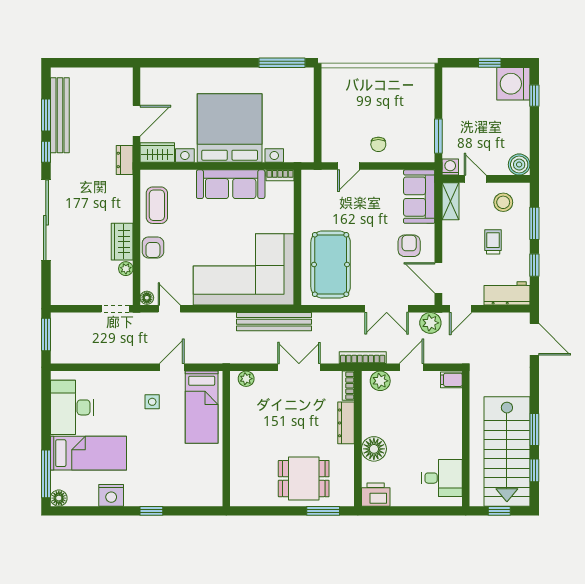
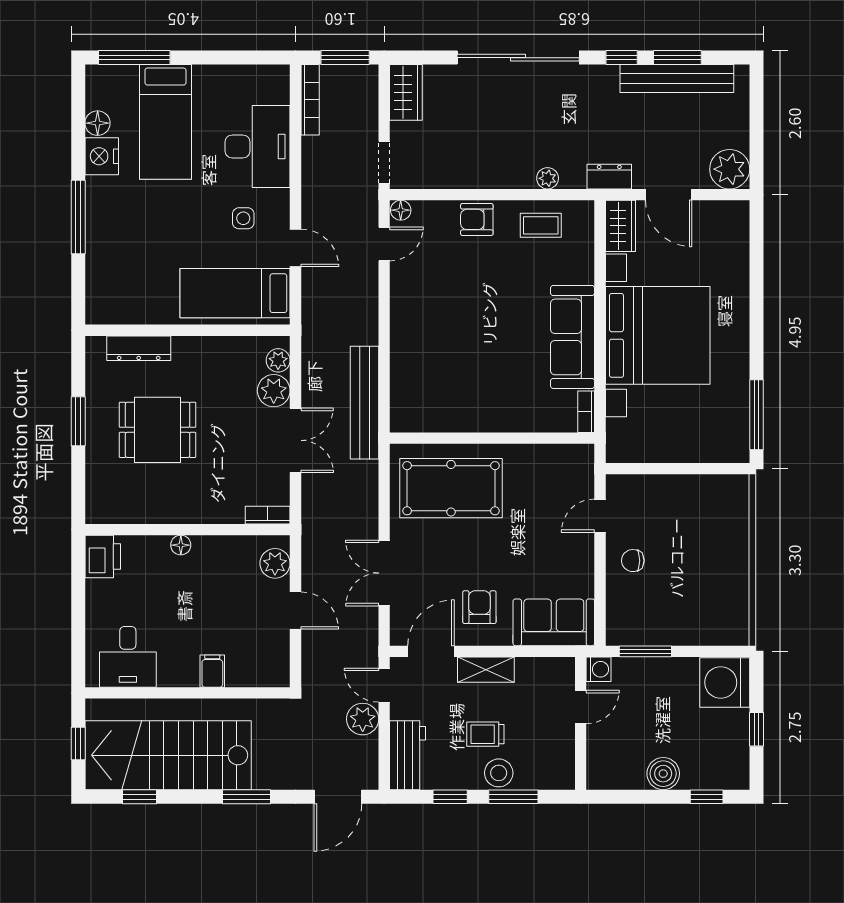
plant: (120, 80) -> (730, 169), added
washing machine: (513, 84) -> (725, 682), moved, turned -90
boiler: (519, 165) -> (663, 774), moved
door: (349, 166) -> (600, 516), hinge flipped
shelving: (450, 201) -> (486, 670), moved
stool: (503, 202) -> (499, 773), moved
coffee table: (157, 205) -> (541, 225), width x0.73, depth x0.77
wardrobe: (122, 242) -> (406, 92), moved, turned 90
trolley: (493, 242) -> (485, 734), turned 180
armchair: (409, 246) -> (479, 607), turned -90
plant: (126, 269) -> (548, 178), moved
corner sofa: (244, 269) -> (444, 357), removed
plant: (430, 323) -> (363, 719), moved
bookcase: (363, 358) -> (310, 100), moved
filing cabinet: (451, 380) -> (212, 671), moved
plant: (266, 382) -> (274, 391), added
desk: (72, 407) -> (258, 146), moved, turned 90
dresser: (346, 423) -> (139, 348), moved, turned 180
window: (534, 430) -> (246, 797), moved
floor lamp: (374, 449) -> (181, 545), width x0.53, depth x0.53
dining table: (304, 479) -> (158, 430), moved, turned 90
floor lamp: (59, 498) -> (98, 123), moved
window: (151, 511) -> (78, 217), width x2.17
window: (323, 511) -> (78, 421), moved

